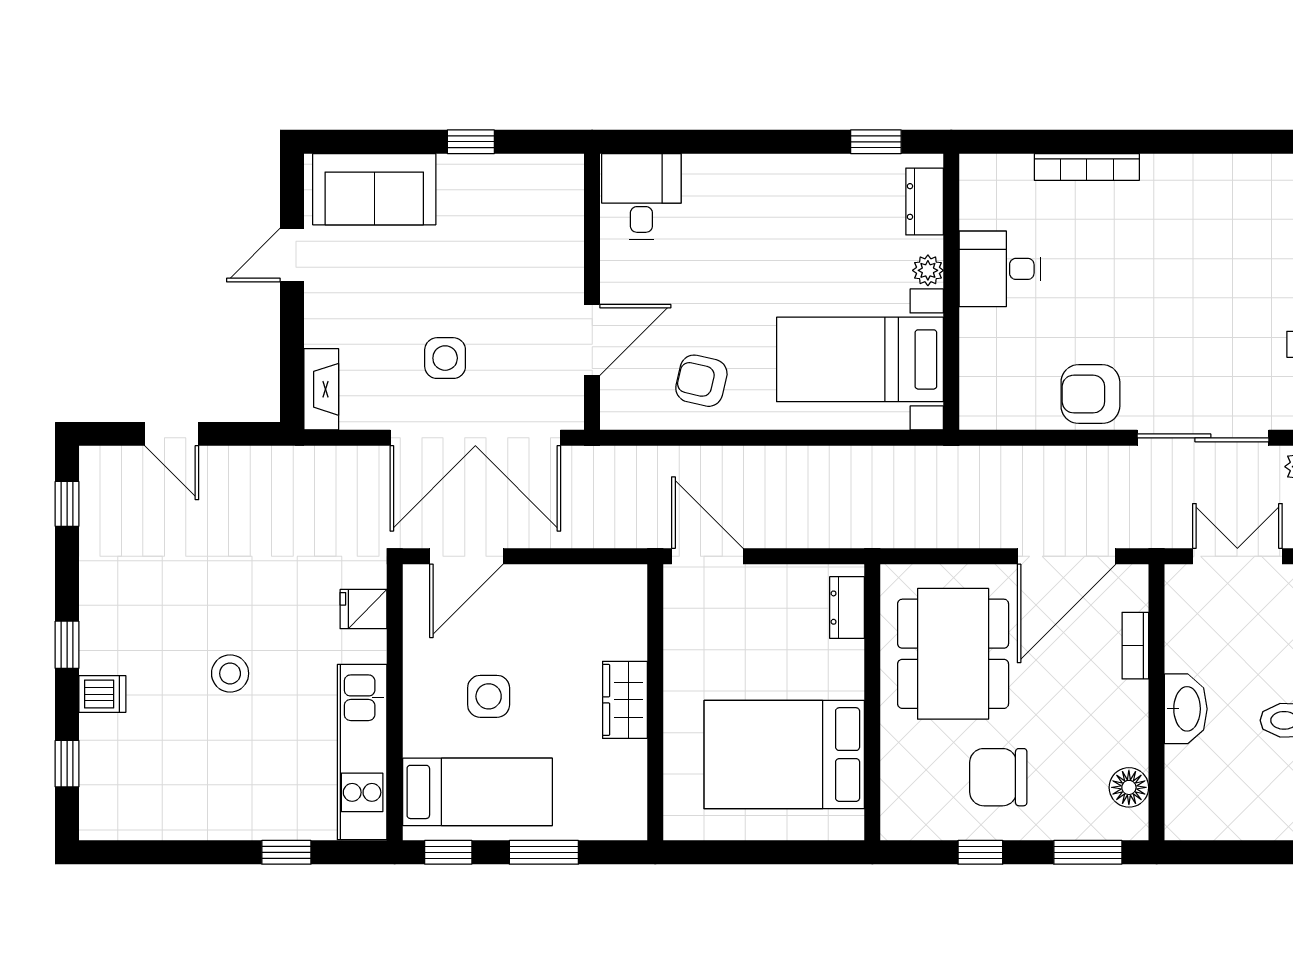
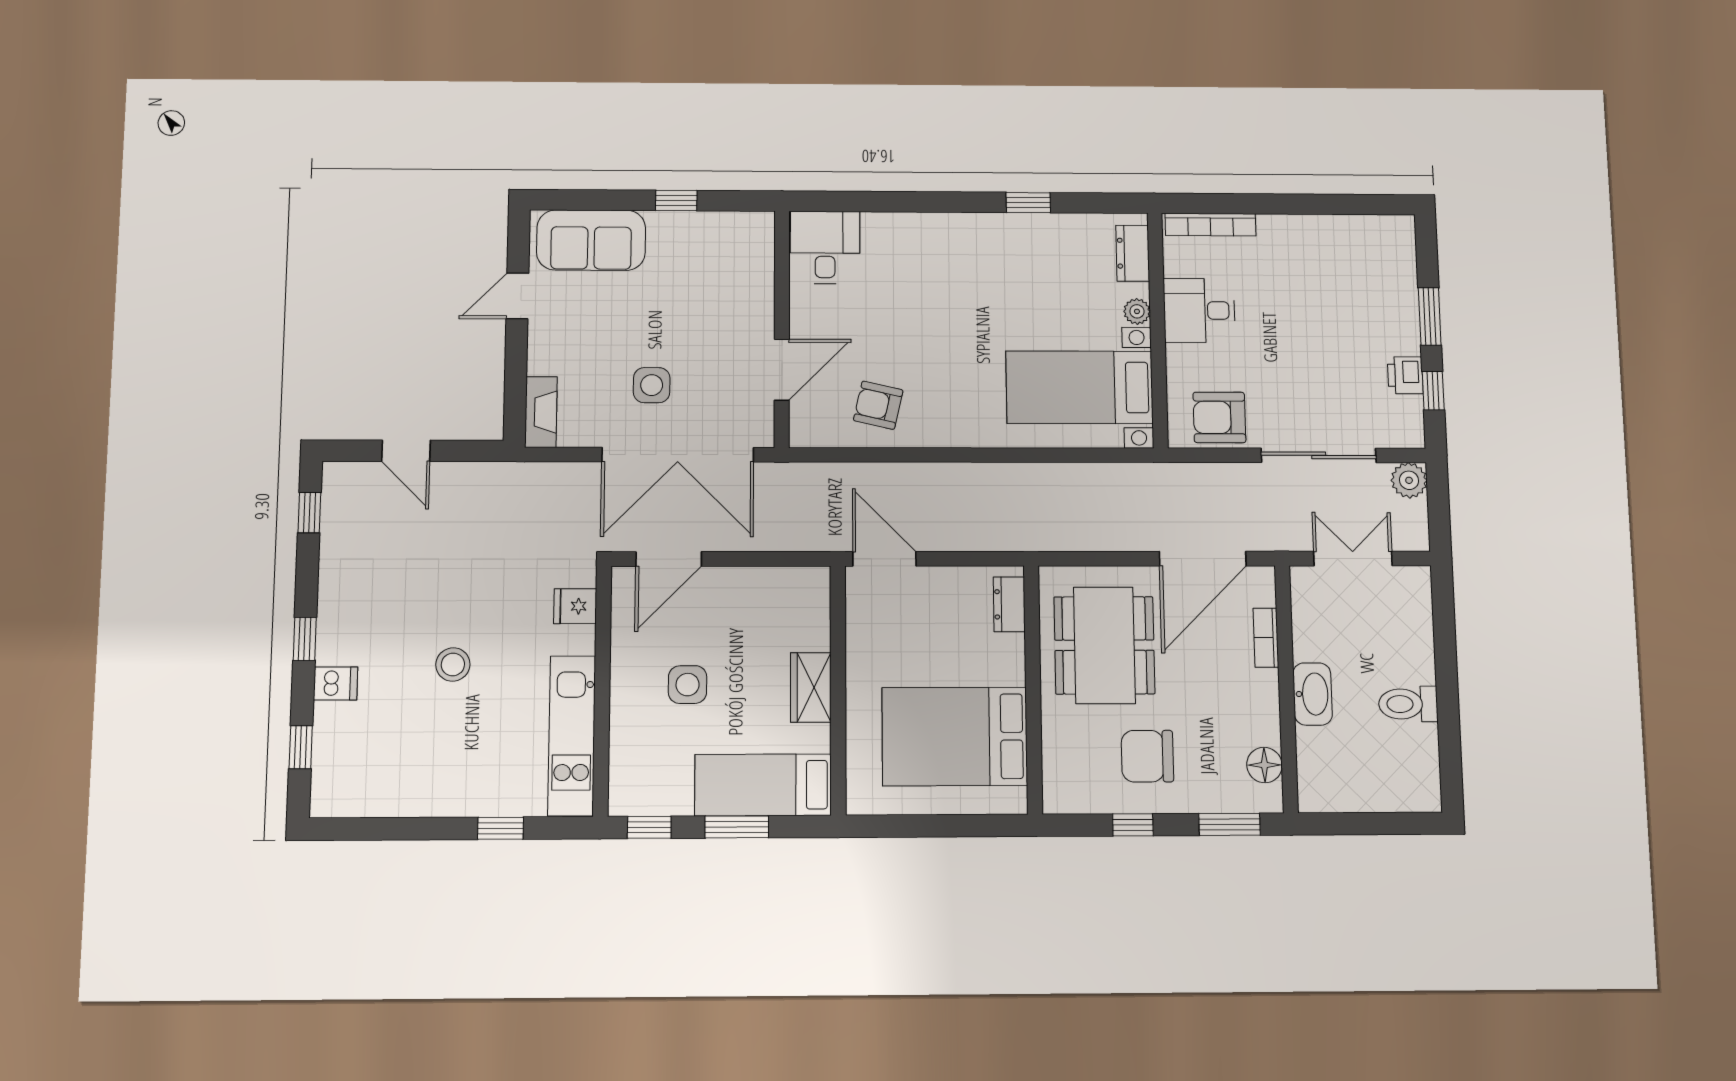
dresser: (925, 201) -> (1133, 253), moved
desk: (1000, 269) -> (1199, 310), moved
plant: (928, 270) -> (1137, 311), moved
wall: (951, 292) -> (1158, 330), moved
bed with nightstands: (860, 359) -> (1080, 387), moved
bed: (477, 792) -> (763, 785), moved, turned 180

